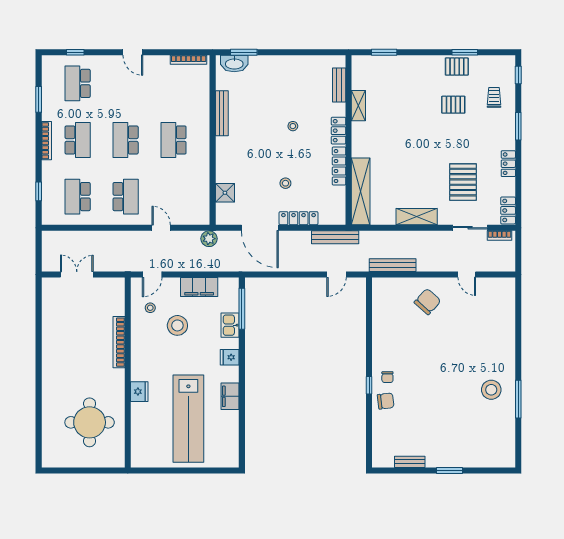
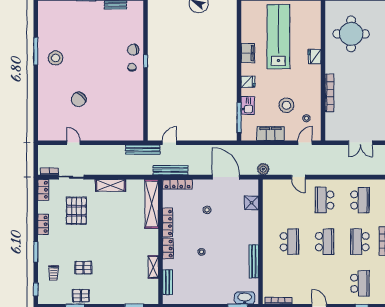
locker: (299, 218) -> (177, 184), moved
bench: (393, 265) -> (143, 150), moved
chair: (427, 302) -> (79, 99), moved

